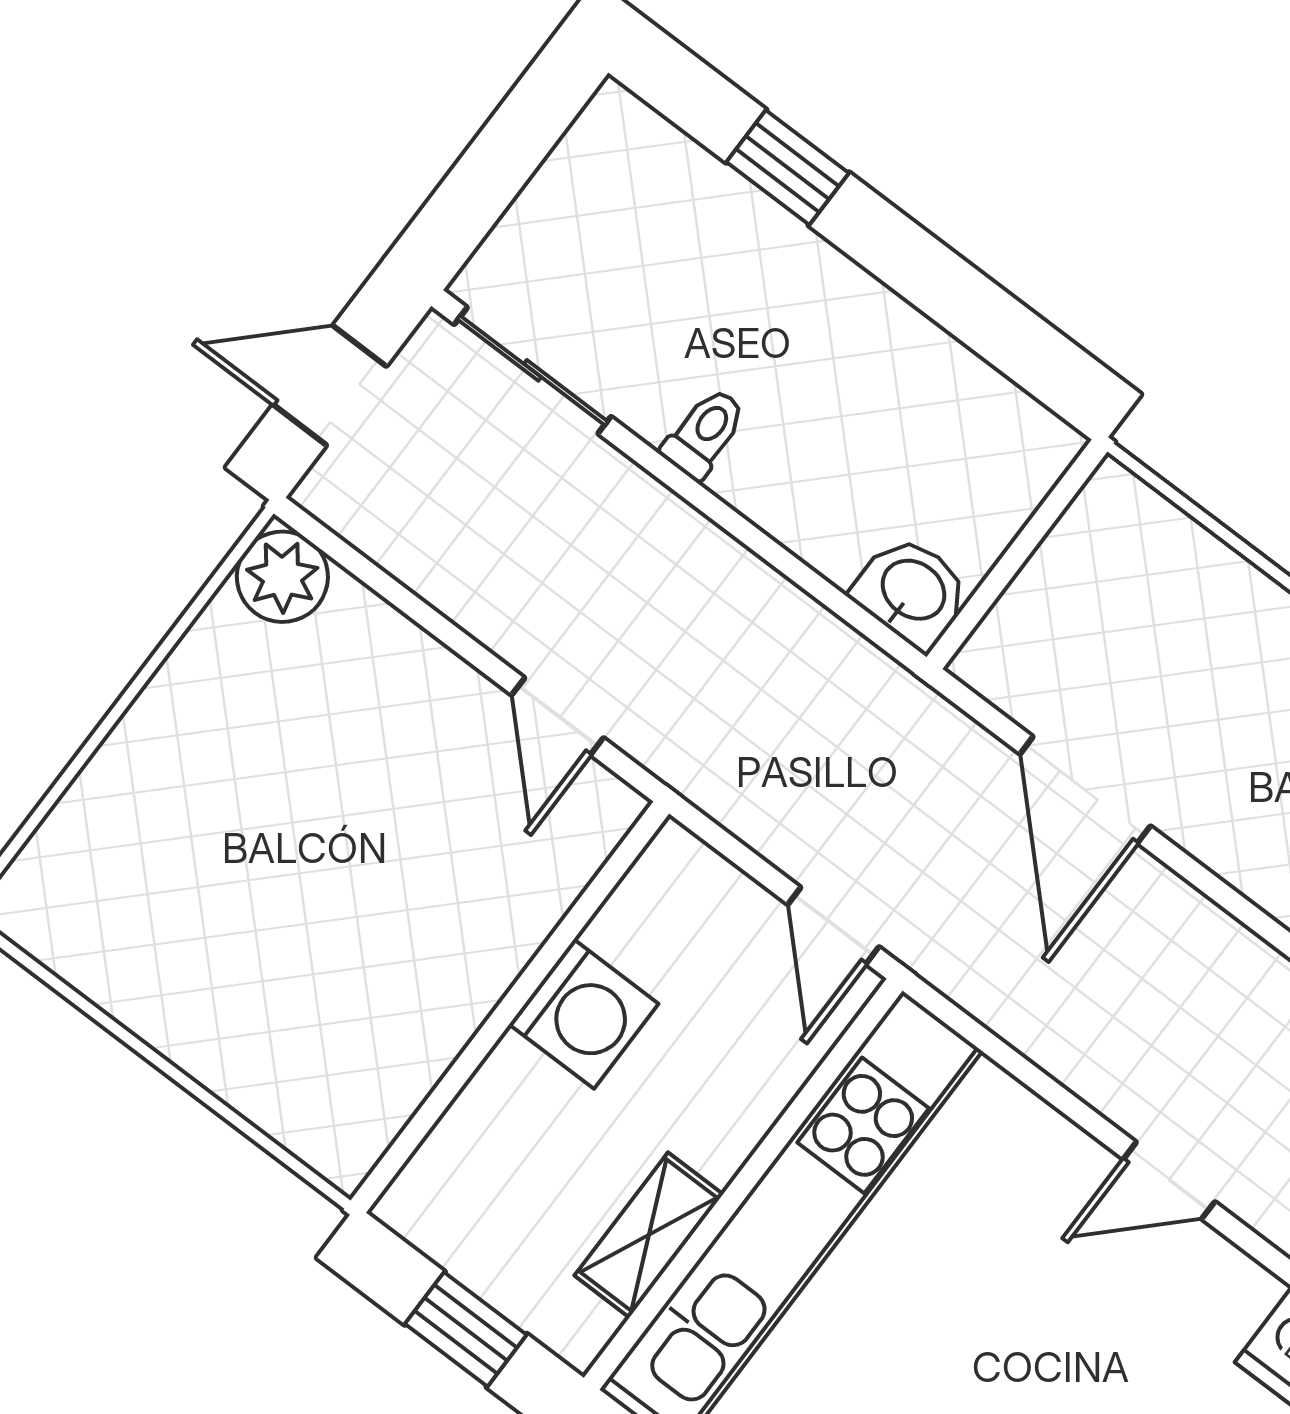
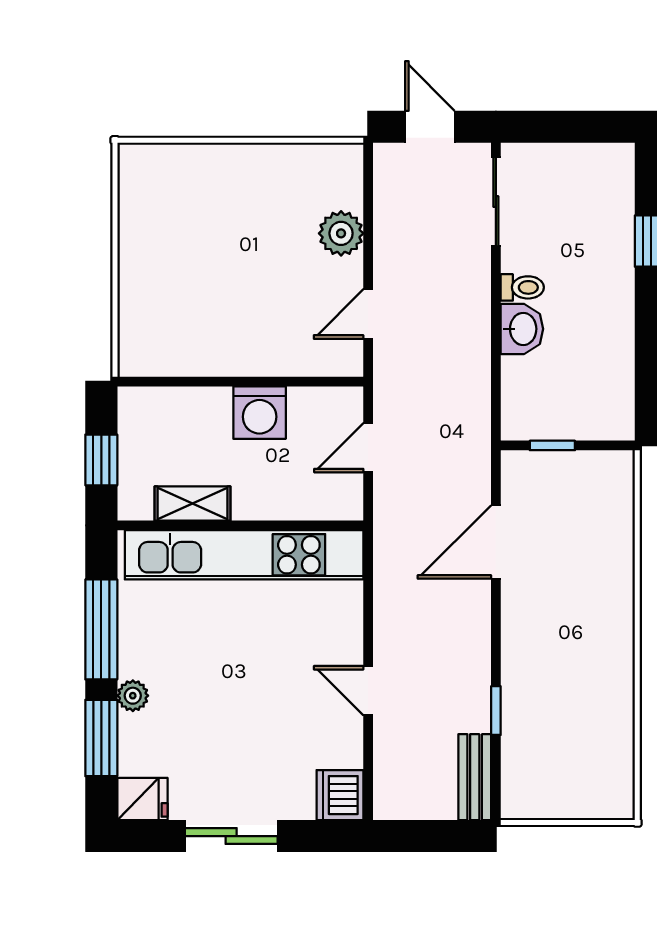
plant: (282, 577) -> (341, 233), moved
window: (998, 579) -> (552, 445), added
washbasin: (912, 592) -> (522, 329), moved
door: (833, 926) -> (368, 448), moved

